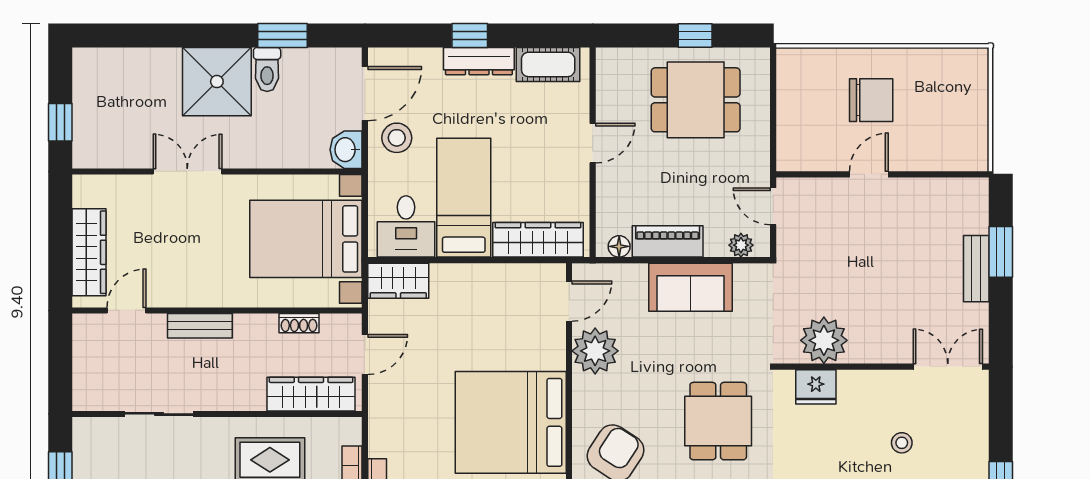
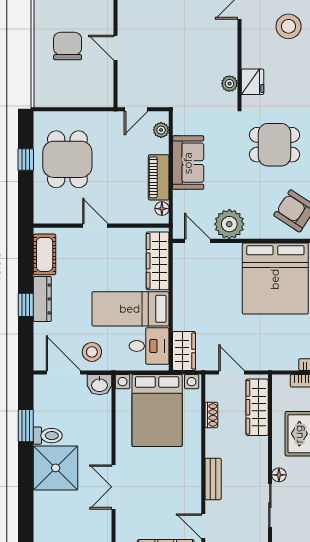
plant: (824, 340) -> (229, 84), width x0.53, depth x0.53
floor lamp: (206, 428) -> (279, 475), added
stool: (902, 443) -> (289, 26), width x1.89, depth x1.89

